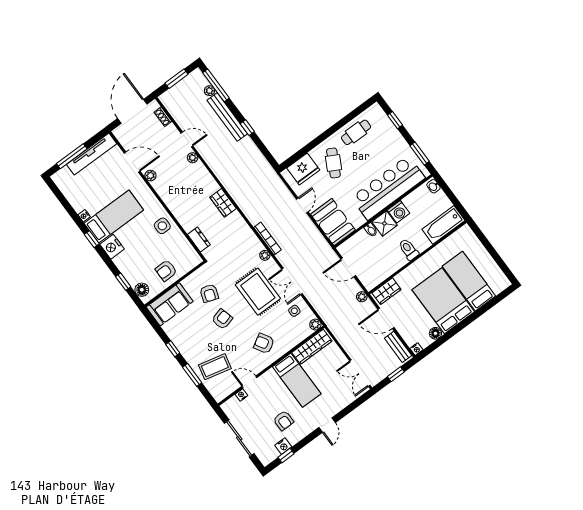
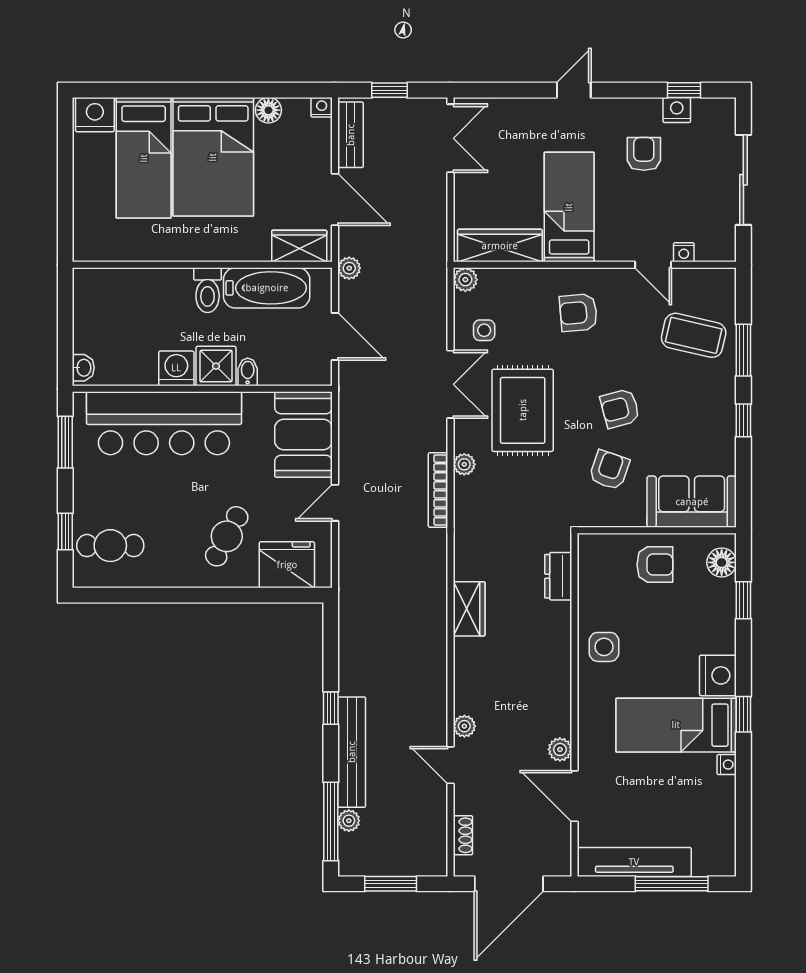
cafe table: (356, 132) -> (110, 546), moved
bathtub: (443, 225) -> (267, 288), moved
nightstand: (499, 284) -> (95, 115), added
armchair: (264, 343) -> (578, 313), turned 116

